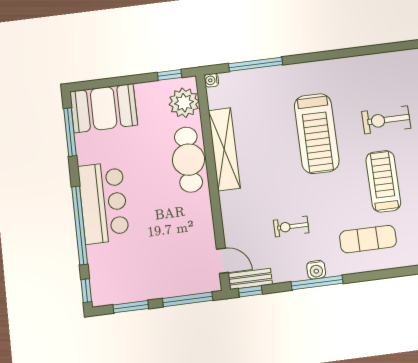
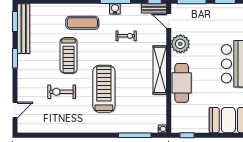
plant: (184, 103) -> (180, 44), moved
exercise bike: (386, 120) -> (62, 92), turned 180
shelving: (224, 149) -> (160, 70), moved

